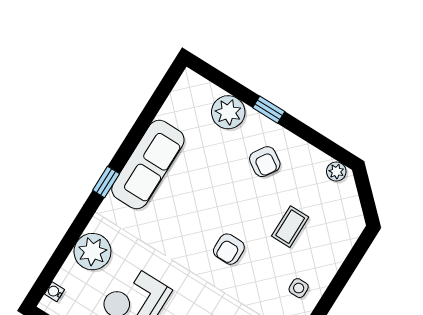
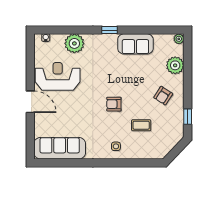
window: (269, 110) -> (188, 117), moved
sofa: (148, 165) -> (135, 44), width x0.73
plant: (336, 172) -> (179, 39), moved

